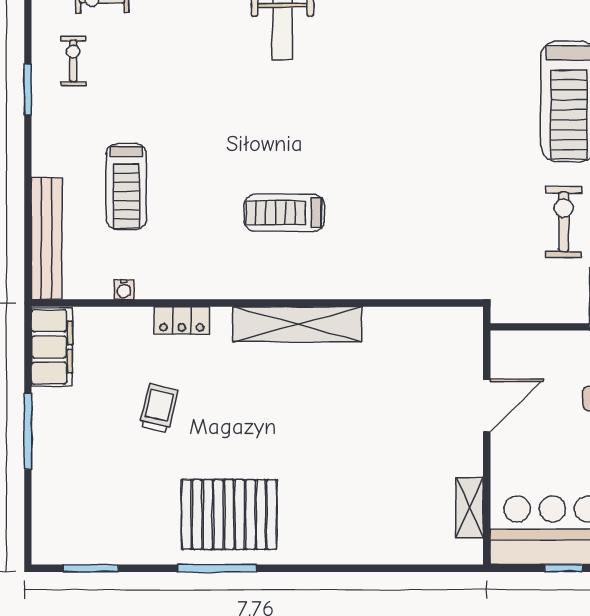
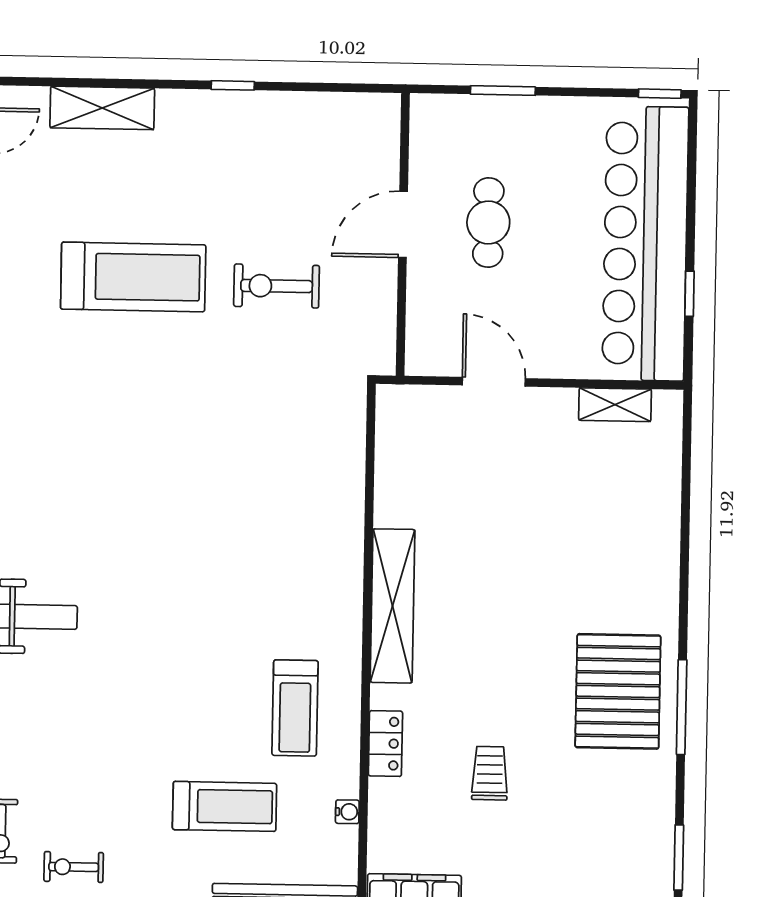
treadmill: (284, 213) -> (295, 708), moved
trolley: (158, 408) -> (490, 773), turned 77

